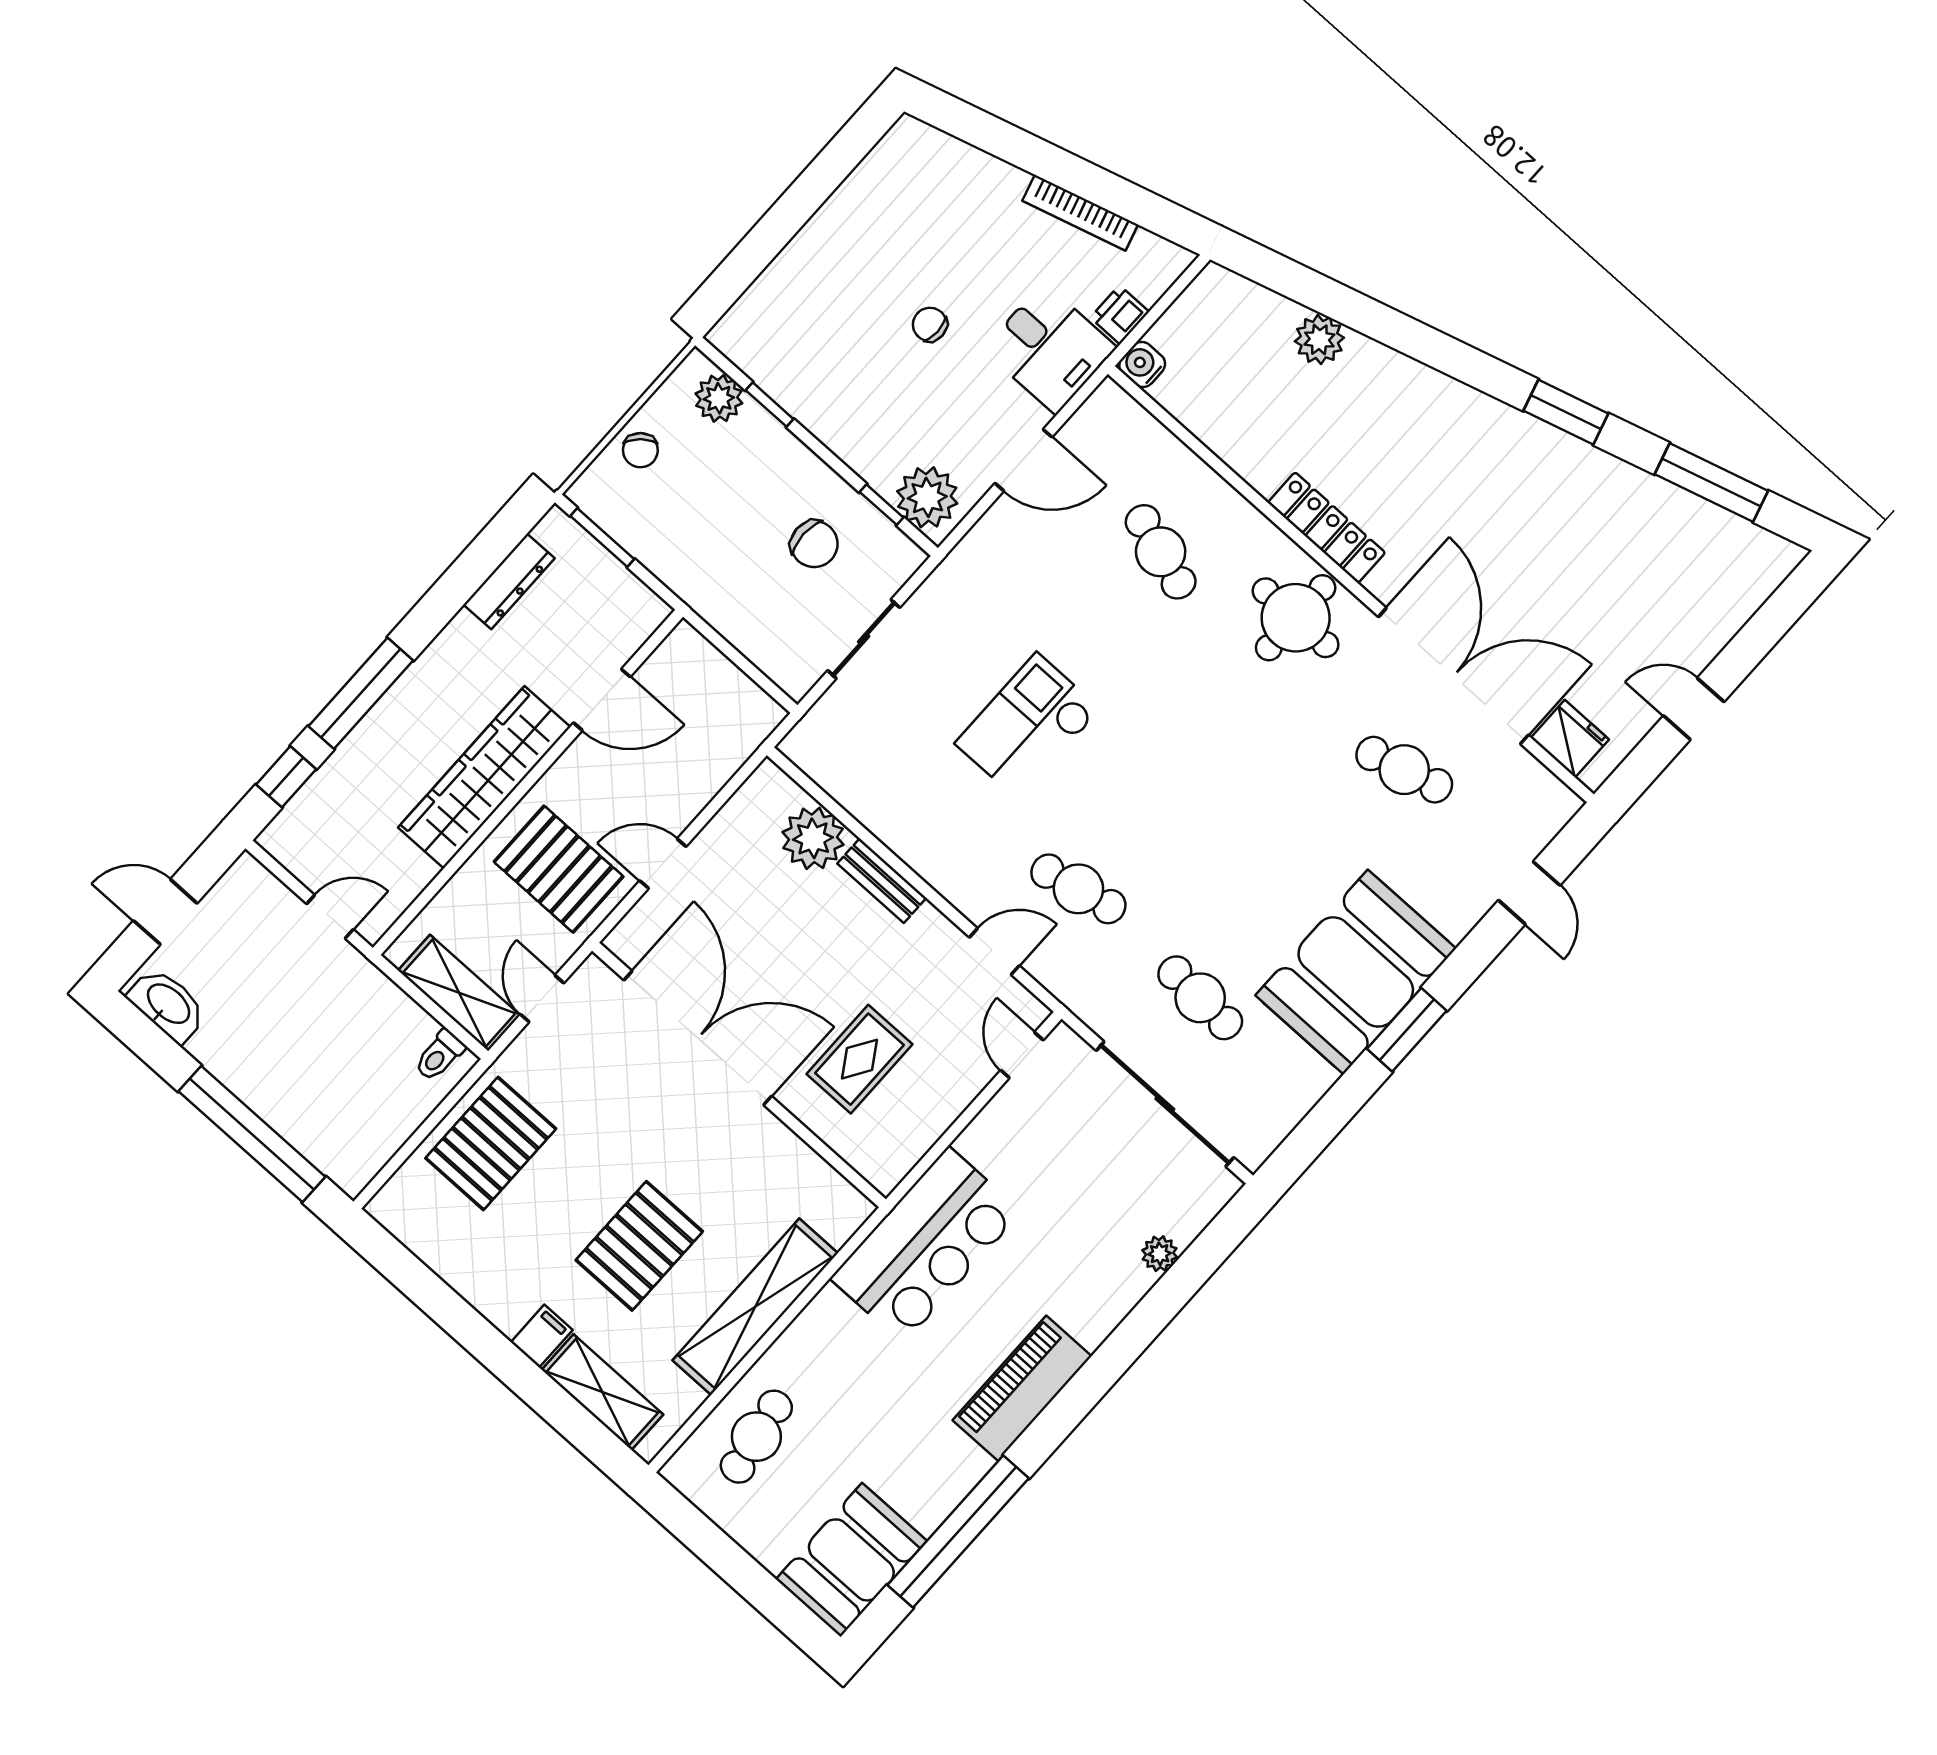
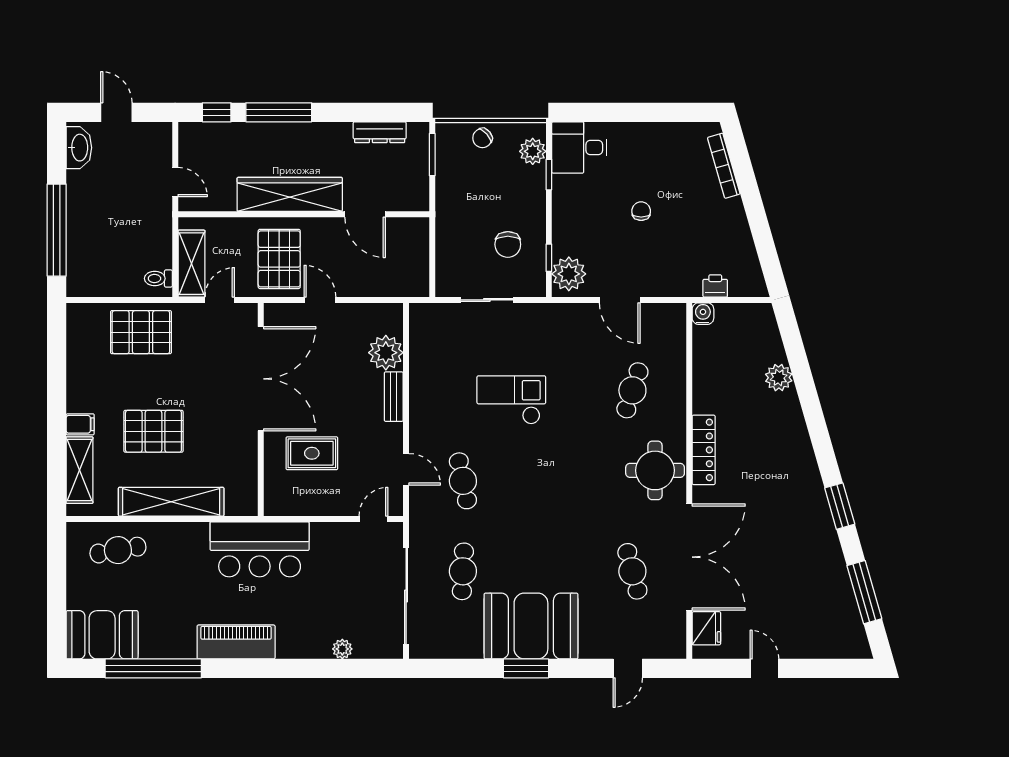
bookcase: (1080, 213) -> (724, 166), moved
desk: (1050, 348) -> (579, 147), moved, turned 90

